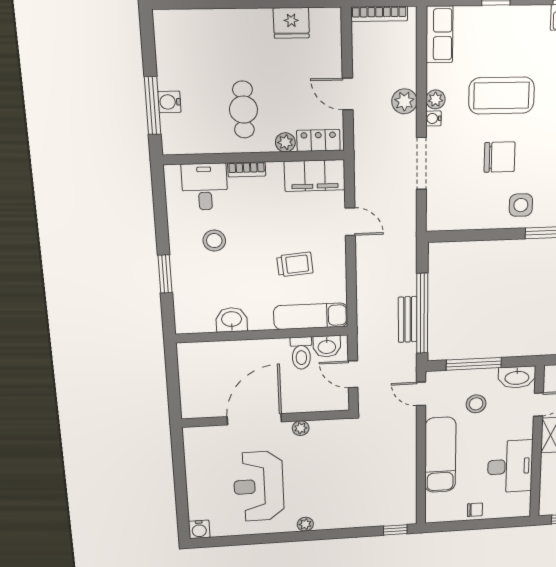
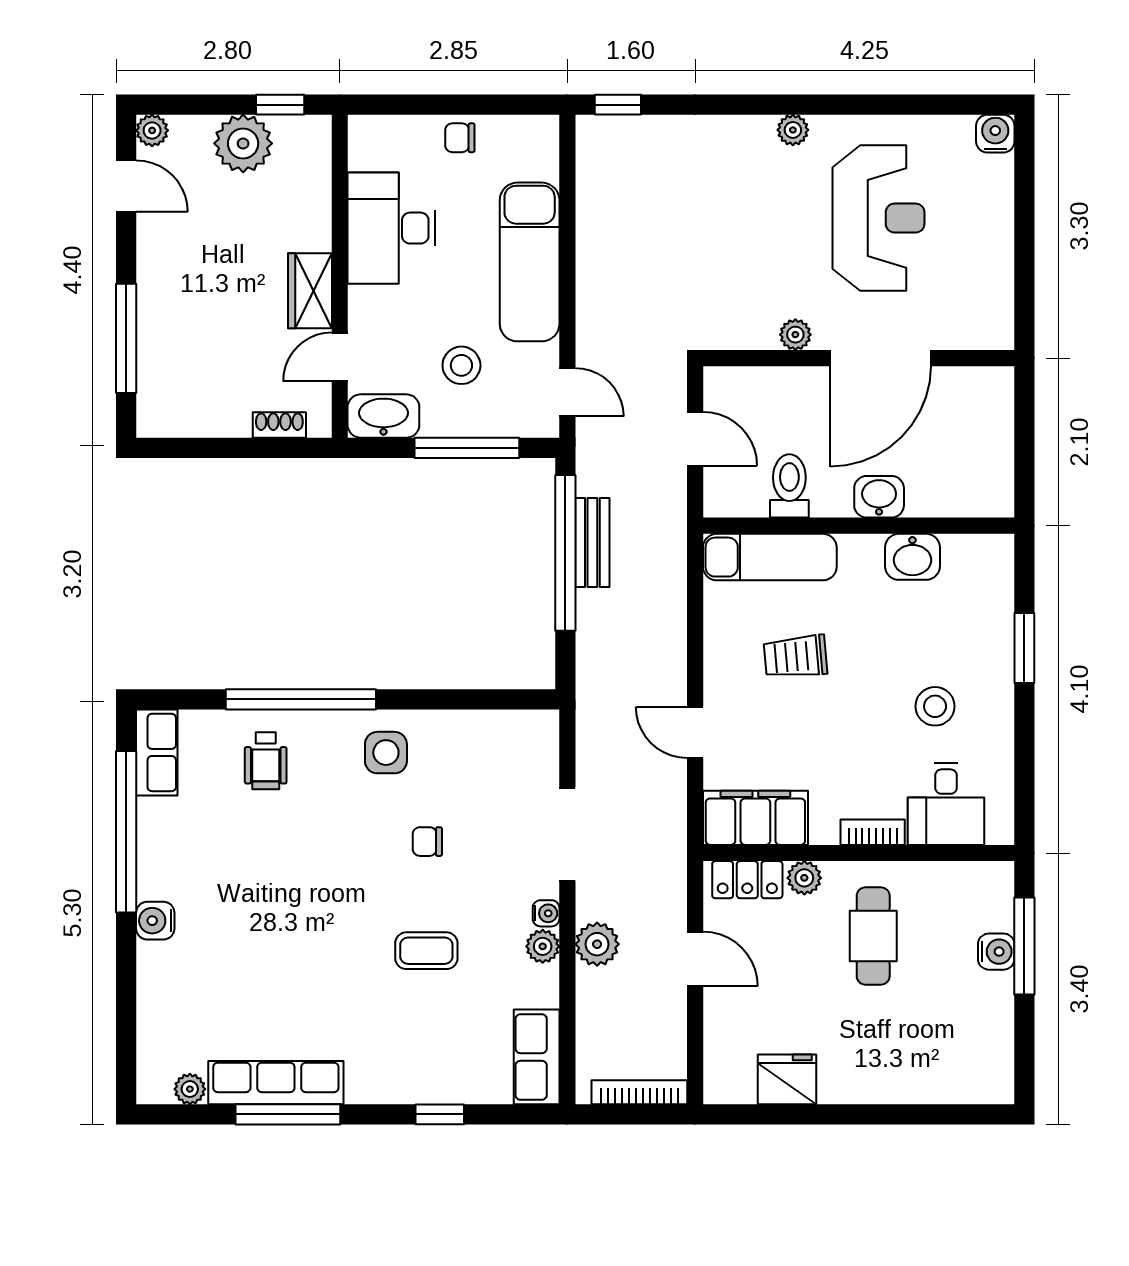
coffee table: (501, 96) -> (426, 951), width x0.54, depth x0.58
chair: (499, 157) -> (427, 842), width x0.54, depth x0.54
washbasin: (327, 346) -> (879, 497), moved

